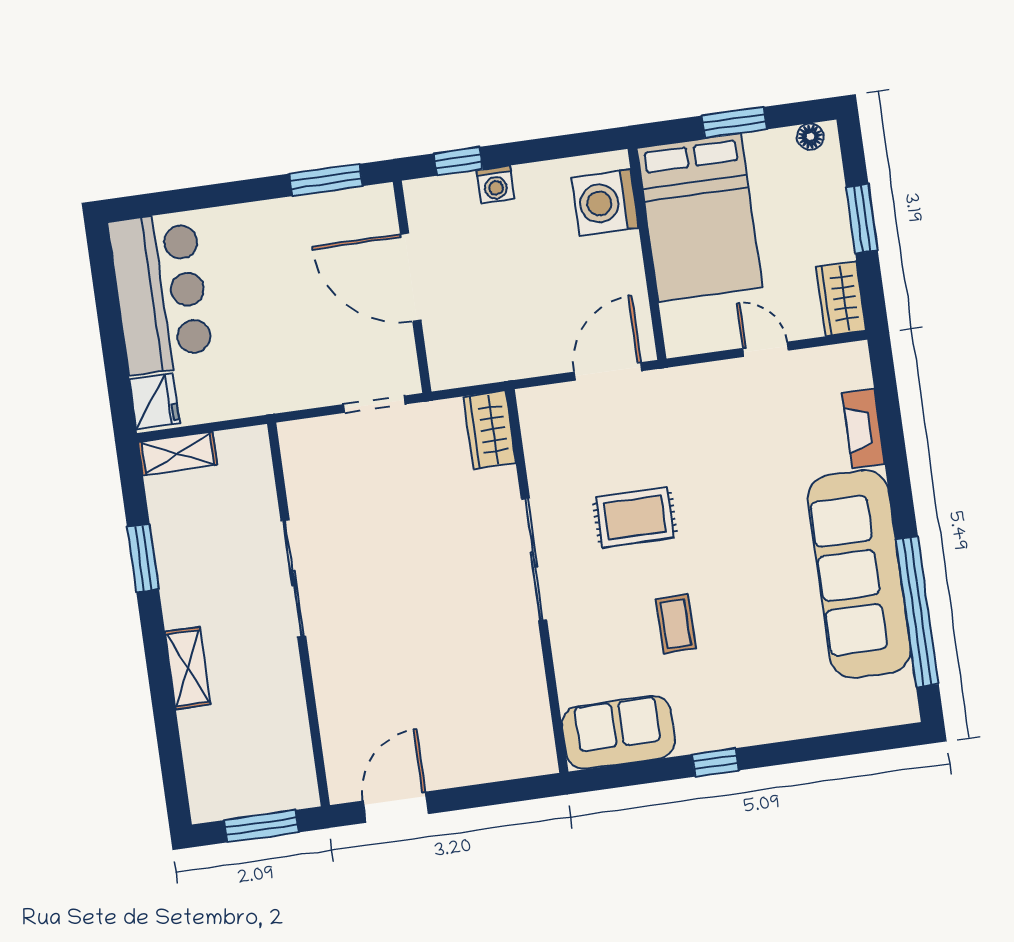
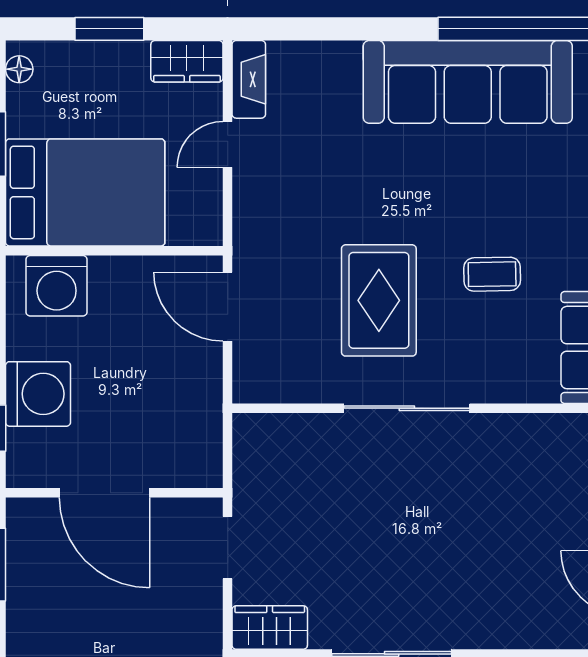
washing machine: (495, 184) -> (38, 394), width x1.89, depth x1.89
door: (411, 277) -> (104, 493), hinge flipped
fireplace: (863, 428) -> (249, 79), moved, turned -90
wardrobe: (490, 430) -> (270, 628), moved, turned 180
rug: (635, 517) -> (379, 300), width x1.36, depth x1.43

